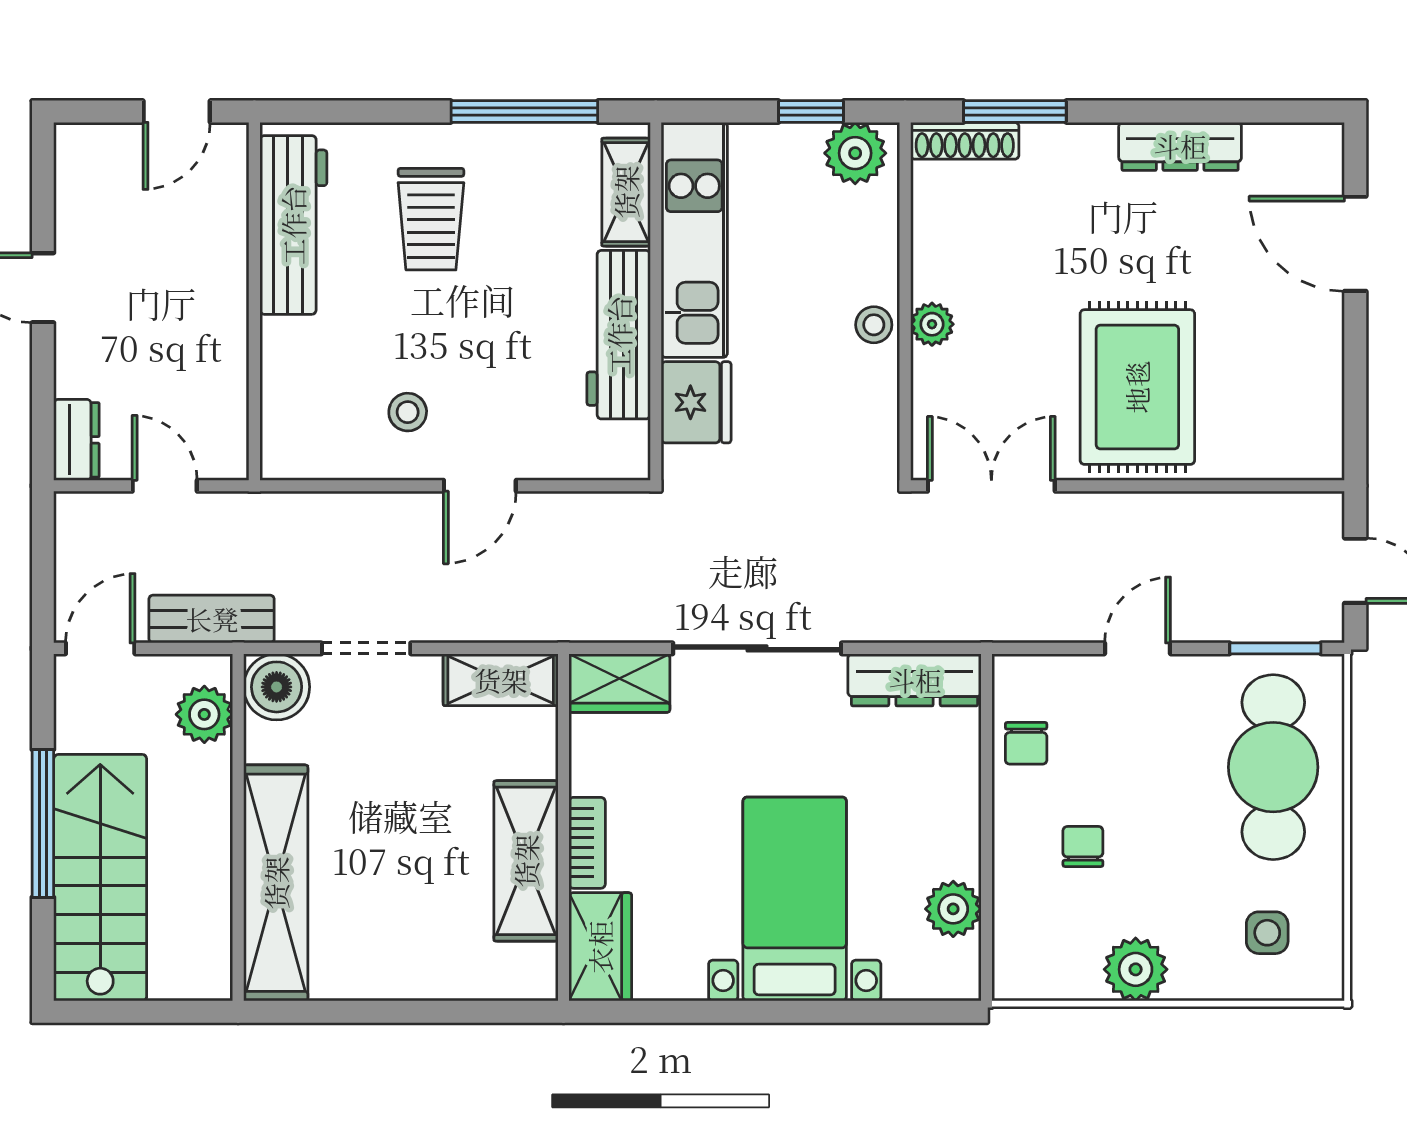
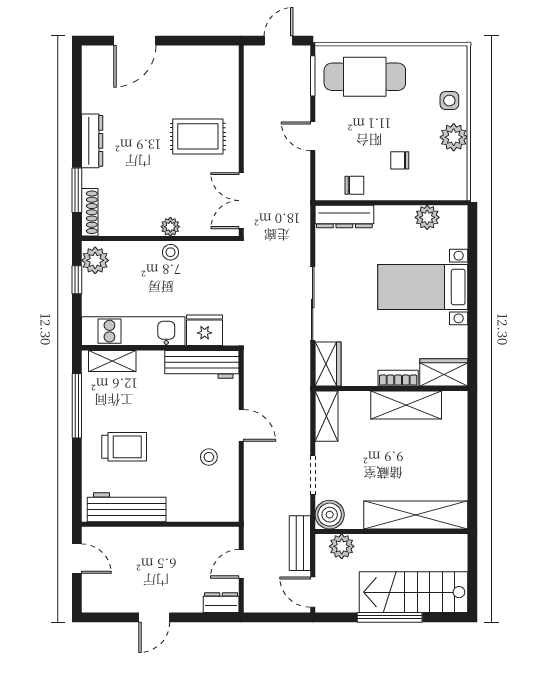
dresser: (1180, 146) -> (92, 141), moved
workbench: (619, 335) -> (202, 364), moved
rug: (1137, 387) -> (198, 136), width x0.73, depth x0.70
dresser: (915, 680) -> (344, 217), moved, turned 90
side table: (1267, 933) -> (449, 101), moved

